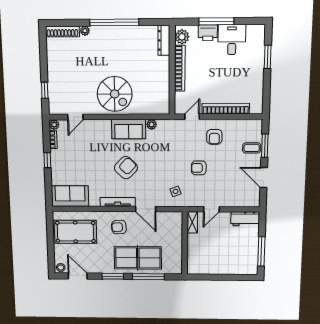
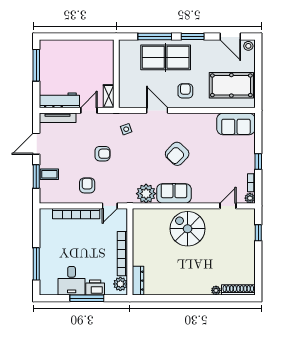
window: (114, 22) -> (187, 298), removed
window: (268, 57) -> (36, 264), width x1.44
plant: (152, 124) -> (146, 194), width x1.87, depth x1.87
door: (264, 178) -> (36, 144), swing flipped
tv unit: (118, 202) -> (58, 118), moved
workbench: (245, 219) -> (59, 100), width x1.38
armchair: (119, 227) -> (185, 91), turned -86

